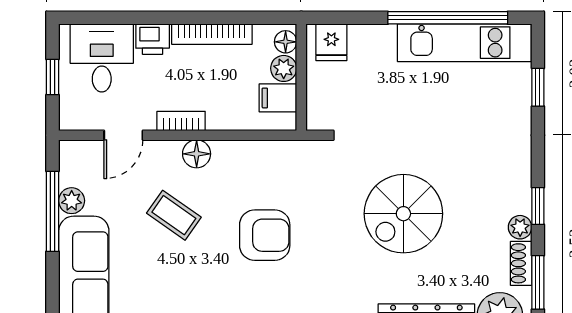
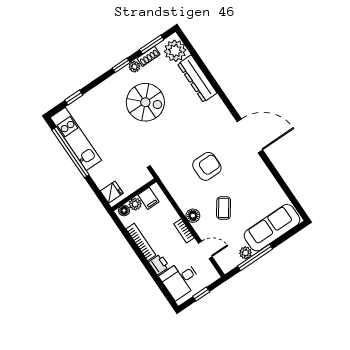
spiral stairs: (403, 214) -> (145, 102), moved
armchair: (265, 235) -> (207, 166), turned 90

